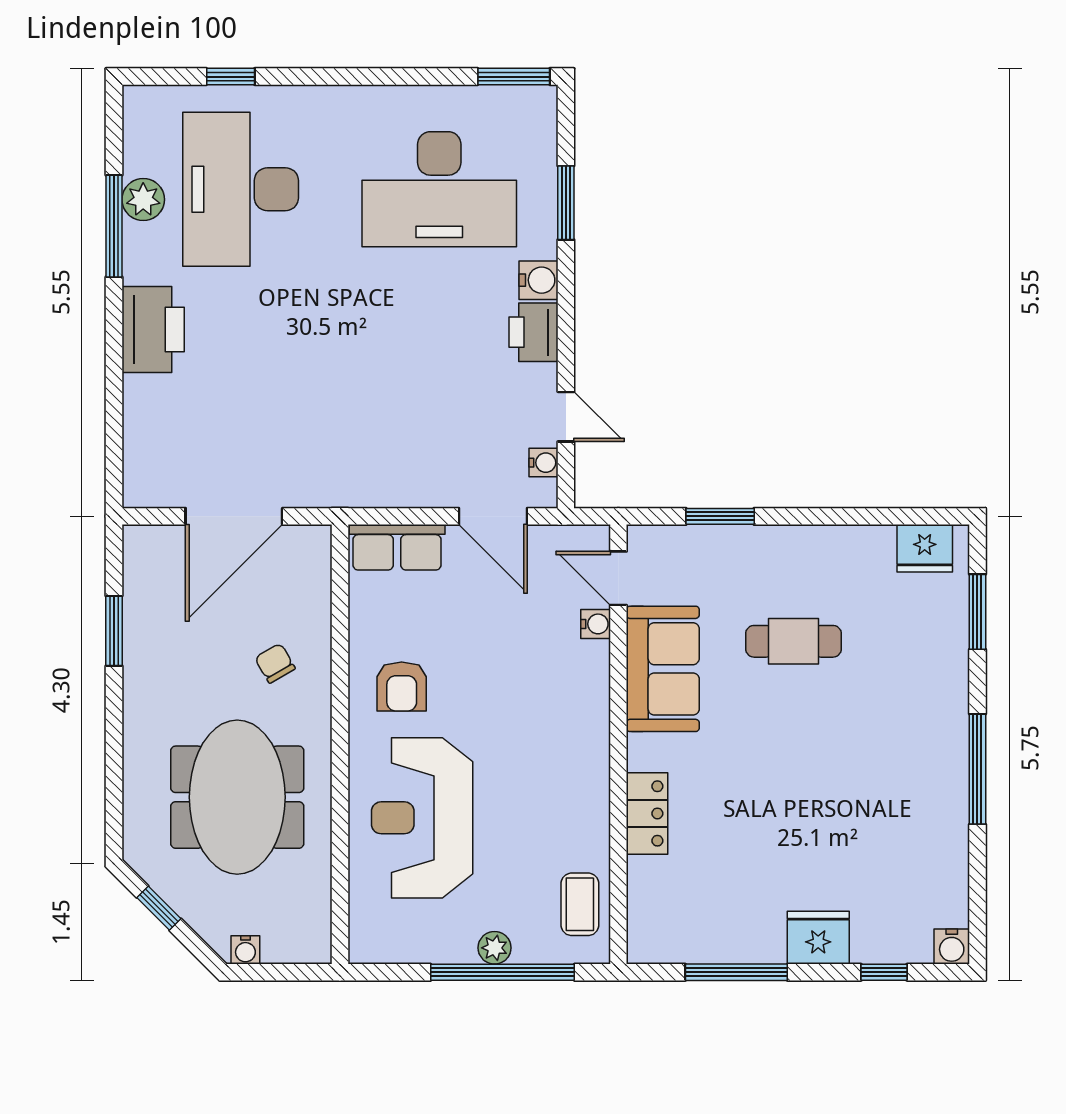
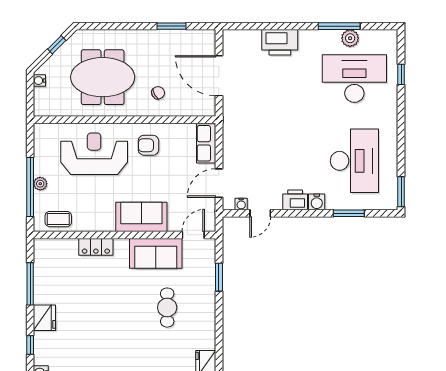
desk: (439, 189) -> (354, 161), turned 180
printer: (153, 330) -> (280, 42), moved
water cooler: (596, 624) -> (174, 226), removed
sofa: (575, 704) -> (141, 217), added

